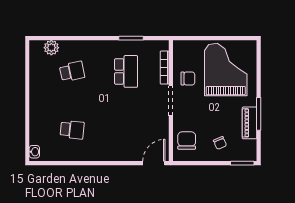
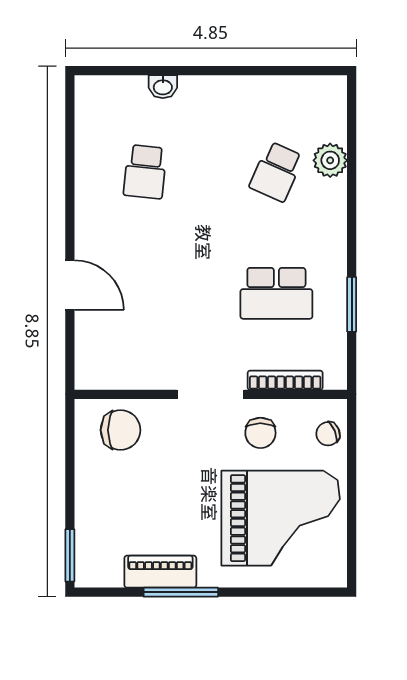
plant: (51, 48) -> (330, 160), moved
school desk: (72, 71) -> (276, 172), turned 36
chair: (220, 143) -> (328, 434), moved
washbasin: (34, 152) -> (163, 87), moved
door: (154, 163) -> (70, 285), moved

